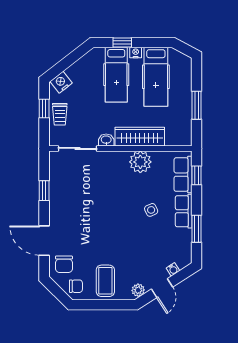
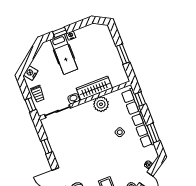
hospital bed: (156, 77) -> (90, 46), removed
window: (44, 108) -> (30, 105), moved
row of seats: (184, 211) -> (143, 130), width x1.48

